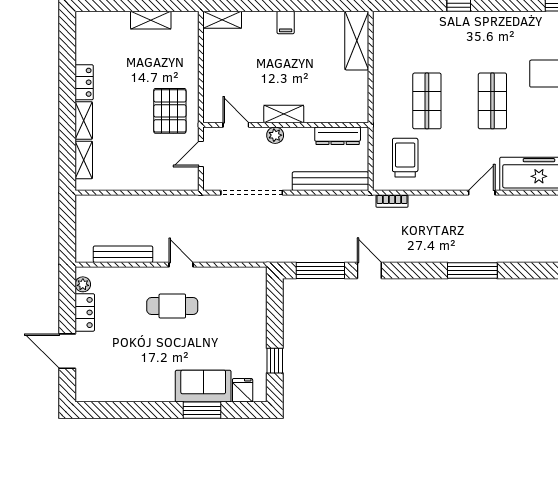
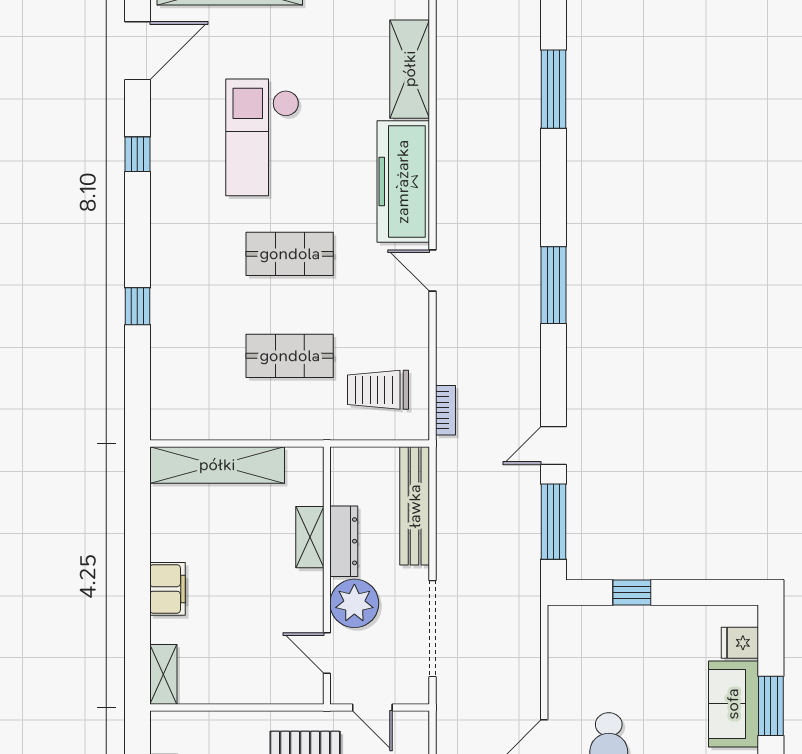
filing cabinet: (286, 22) -> (168, 589), width x2.00
shelving: (357, 41) -> (217, 465), width x1.47
shelving: (284, 114) -> (310, 537), moved
door: (236, 125) -> (327, 653), hinge flipped
plant: (275, 135) -> (354, 603), width x1.88, depth x1.88
dresser: (338, 136) -> (344, 541), moved
window: (275, 361) -> (632, 593), moved

